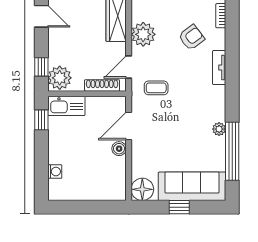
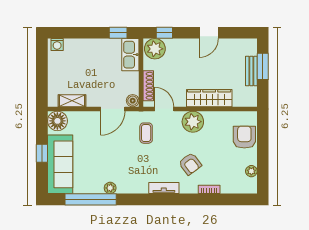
door: (129, 126) -> (113, 109), swing flipped
boiler: (119, 149) -> (133, 101), moved
washing machine: (55, 172) -> (57, 44), moved
shelving: (119, 173) -> (72, 101), added

